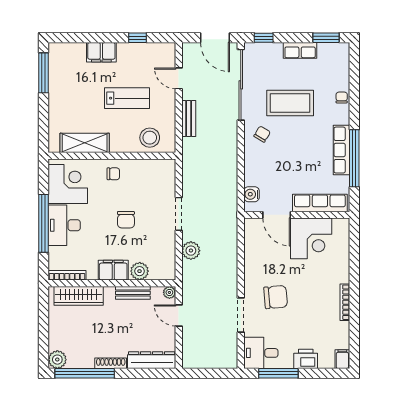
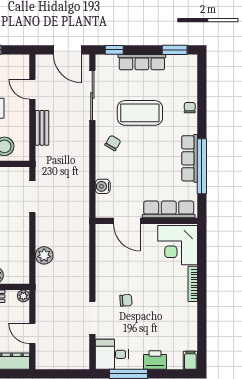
row of seats: (300, 50) -> (142, 62), width x1.48
sliding door: (241, 85) -> (92, 95), width x0.73
water cooler: (252, 194) -> (103, 186), moved
doorway: (179, 214) -> (32, 197), moved
corner desk: (311, 238) -> (178, 245), moved, turned 90
chair: (276, 297) -> (126, 300), width x0.54, depth x0.54
bookcase: (345, 302) -> (193, 284), moved
door: (179, 315) -> (32, 333), moved

